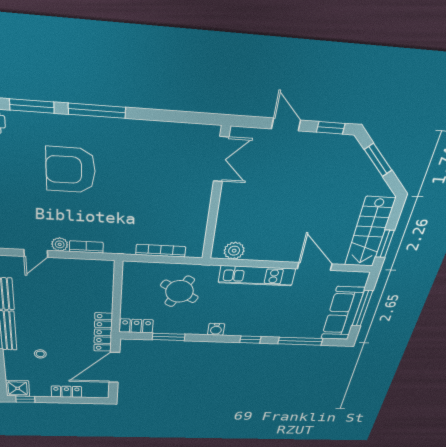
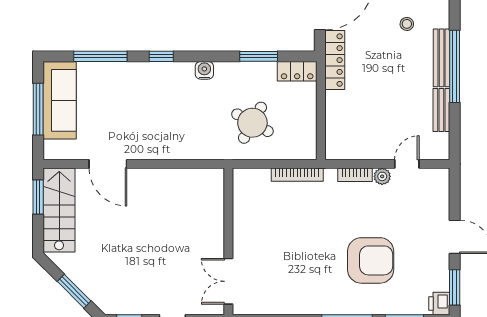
bookcase: (161, 251) -> (297, 175), moved
plant: (234, 251) -> (200, 179), removed
kitchen unit: (257, 276) -> (170, 148), removed

